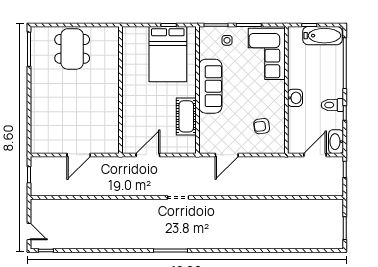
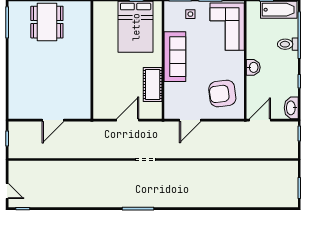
toilet: (332, 105) -> (288, 44), moved
armchair: (262, 126) -> (222, 94), width x1.88, depth x1.88
door: (148, 155) -> (128, 120), moved
door: (315, 155) -> (260, 120), moved

